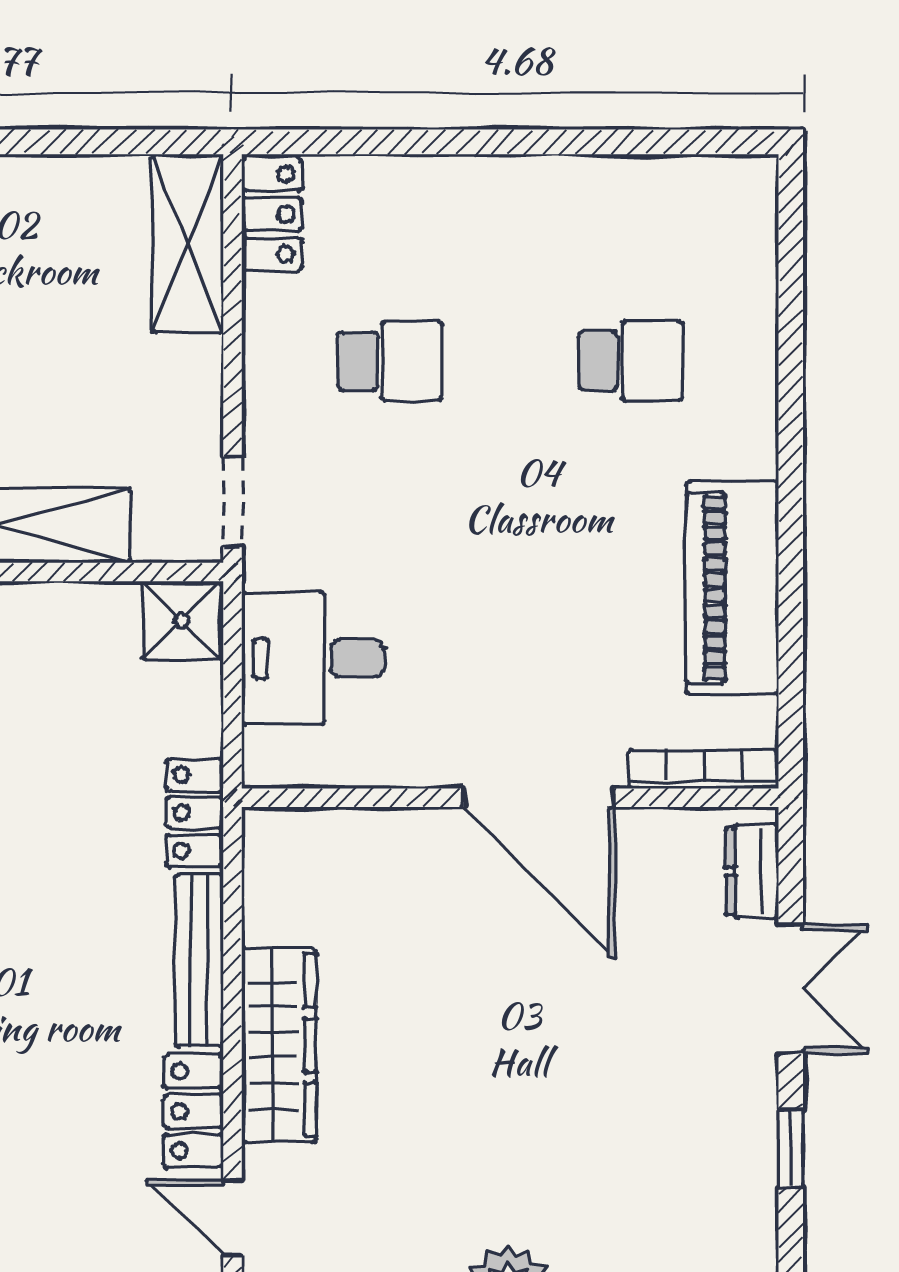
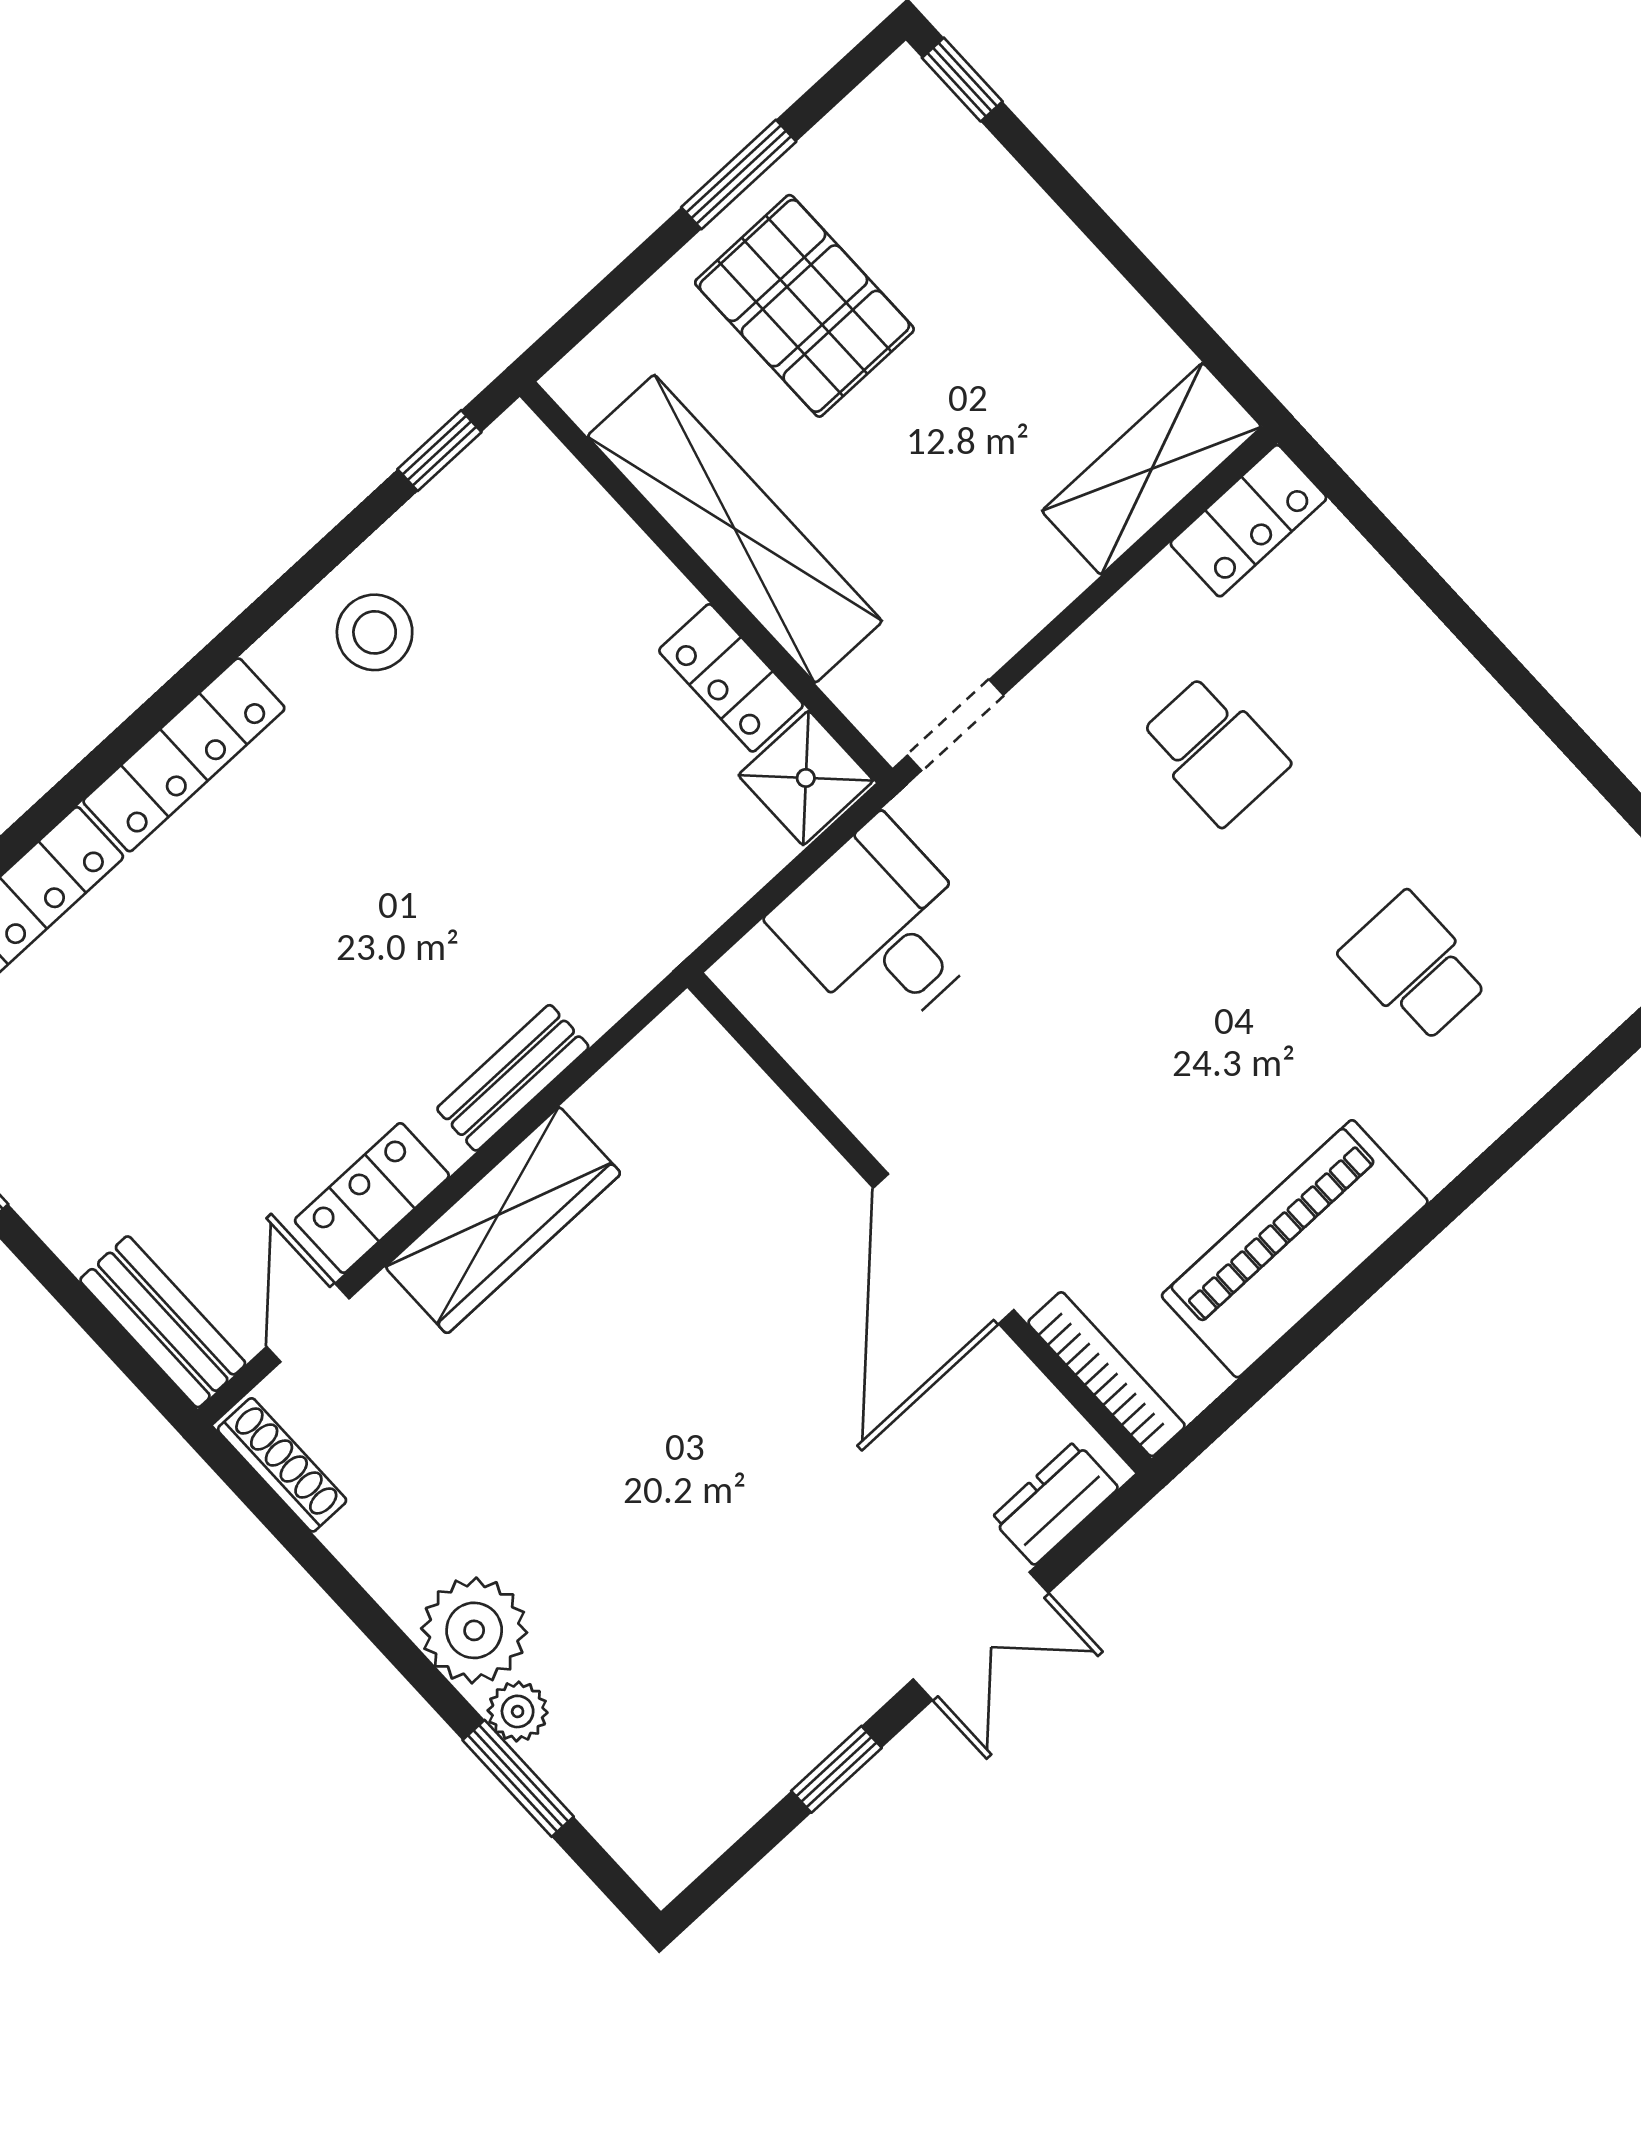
school desk: (630, 361) -> (1414, 967), turned 180
locker: (195, 813) -> (731, 678), moved, turned -90
bench: (199, 961) -> (513, 1078), width x0.73

